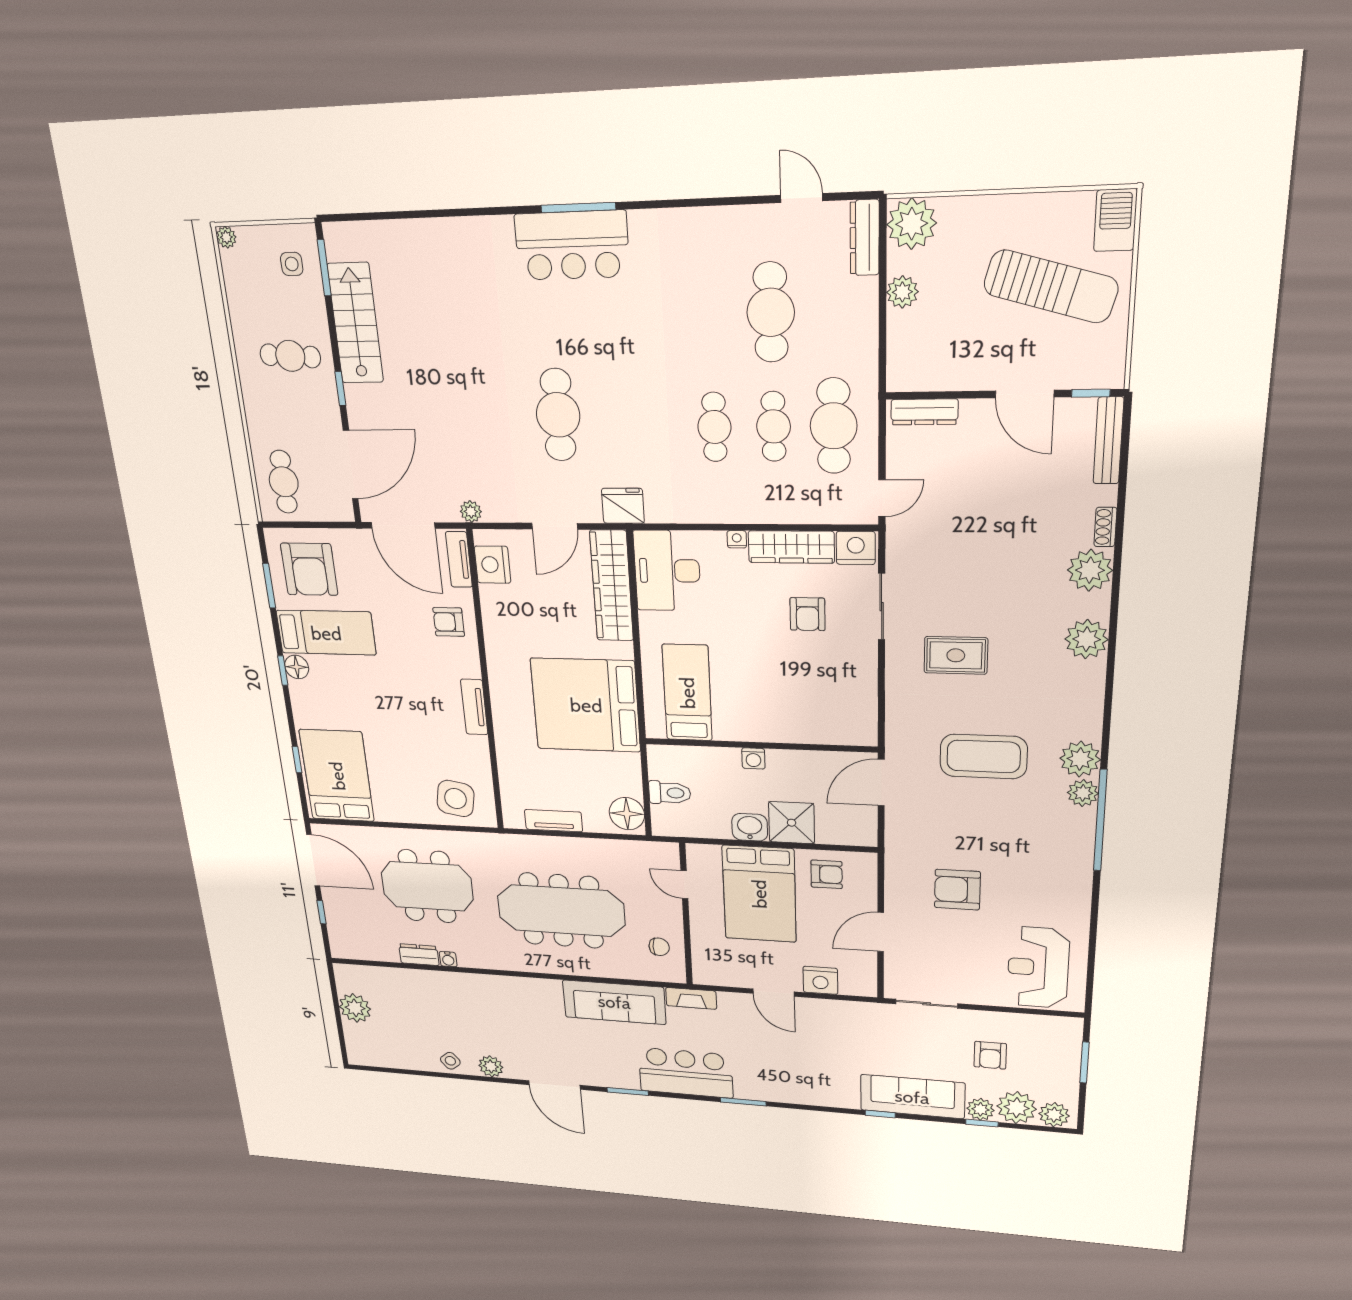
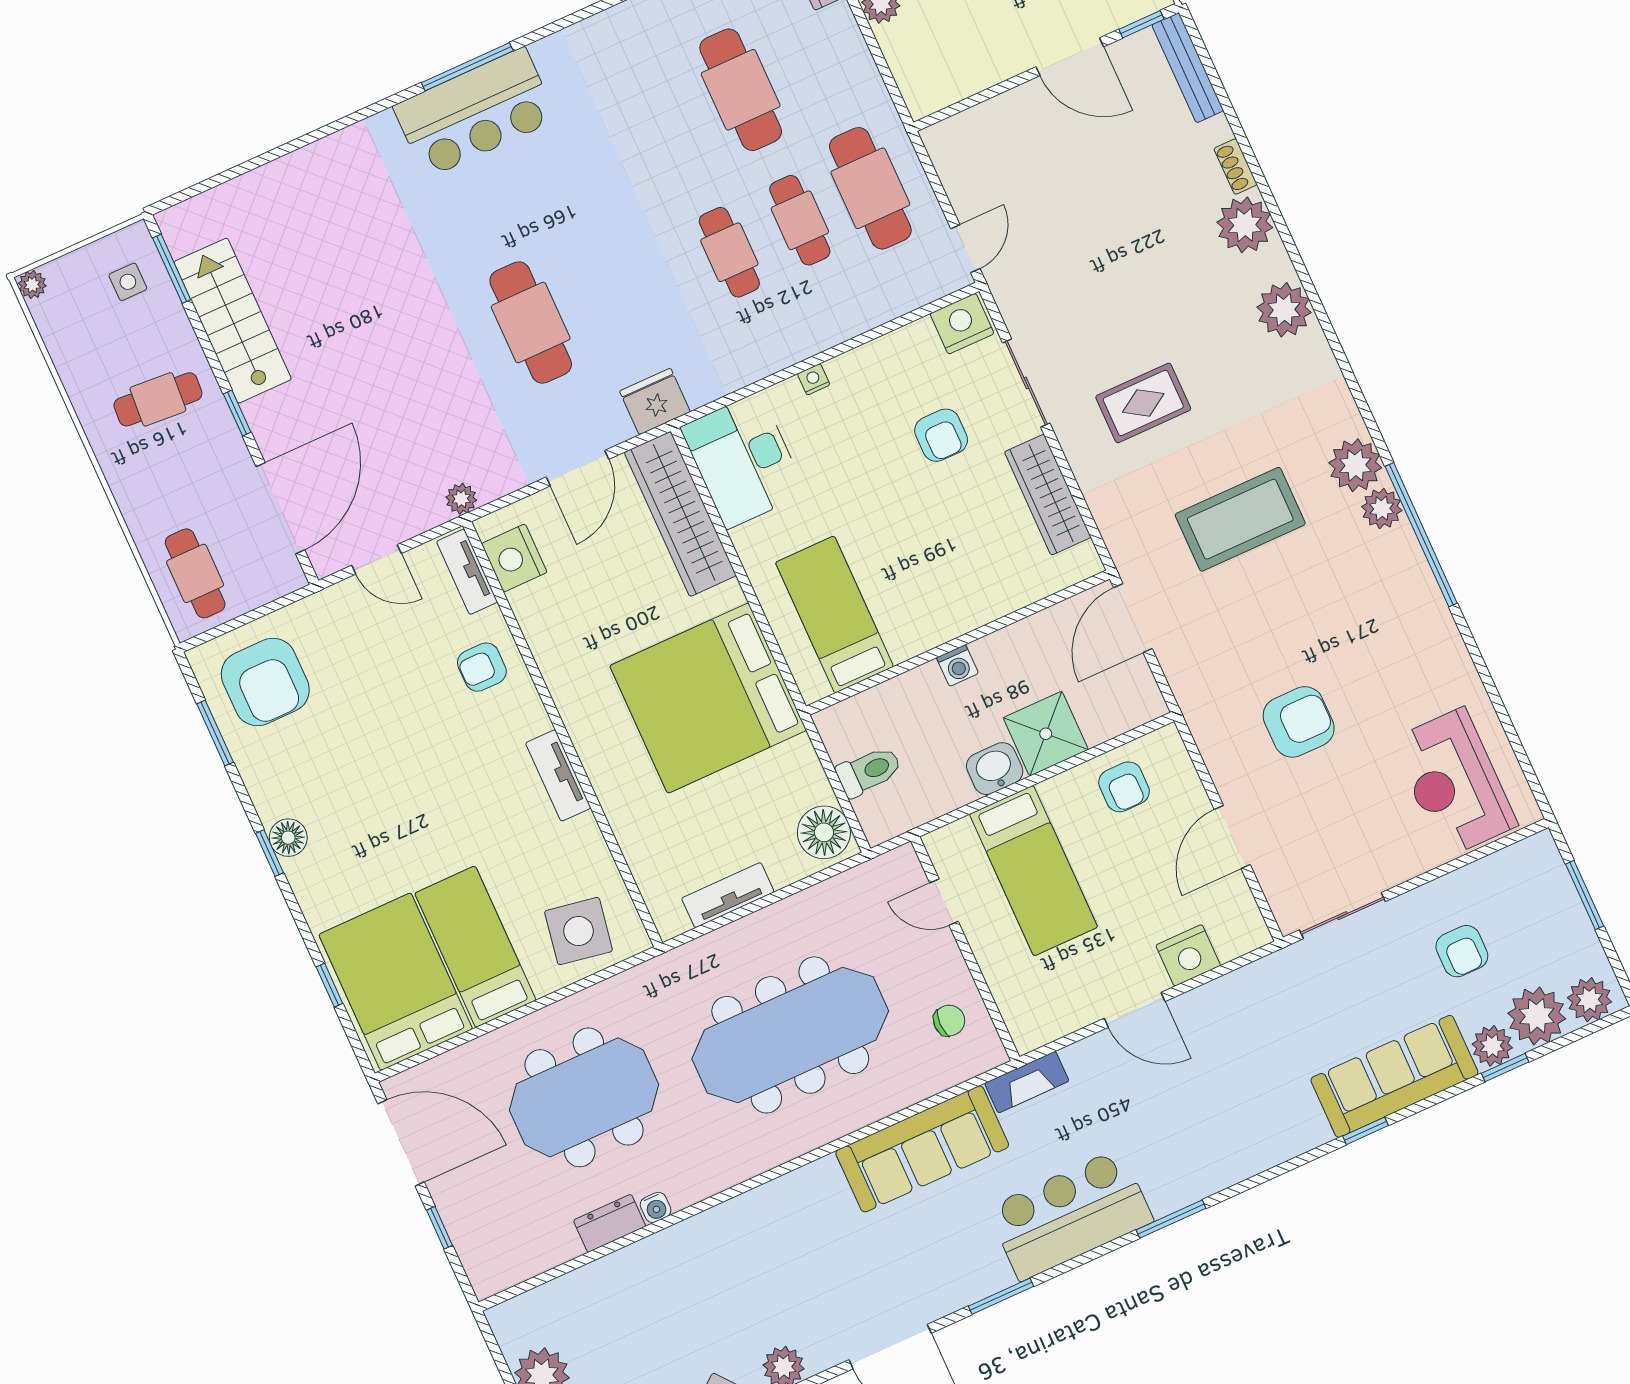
dresser: (924, 412) -> (967, 126), removed
door: (403, 525) -> (377, 559), width x0.53
wardrobe: (791, 547) -> (1048, 495), moved, turned 90
bed: (326, 633) -> (475, 947), moved, turned -90
armchair: (827, 874) -> (1124, 787), turned 90
armchair: (957, 890) -> (1299, 722), turned 180
bed: (759, 894) -> (1034, 871), width x0.67

